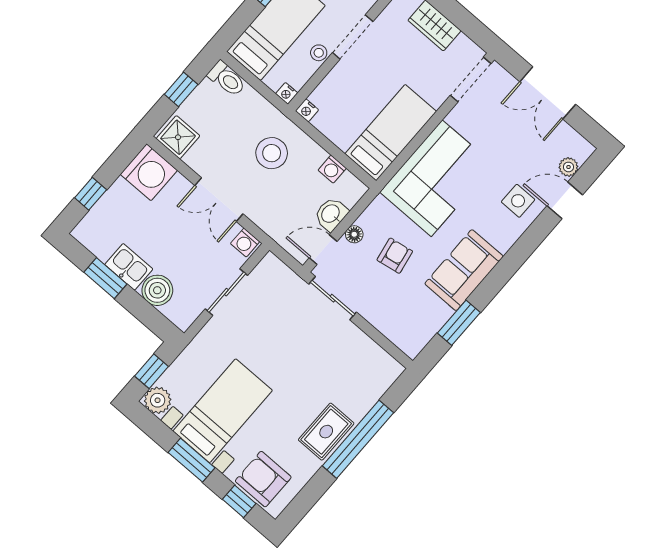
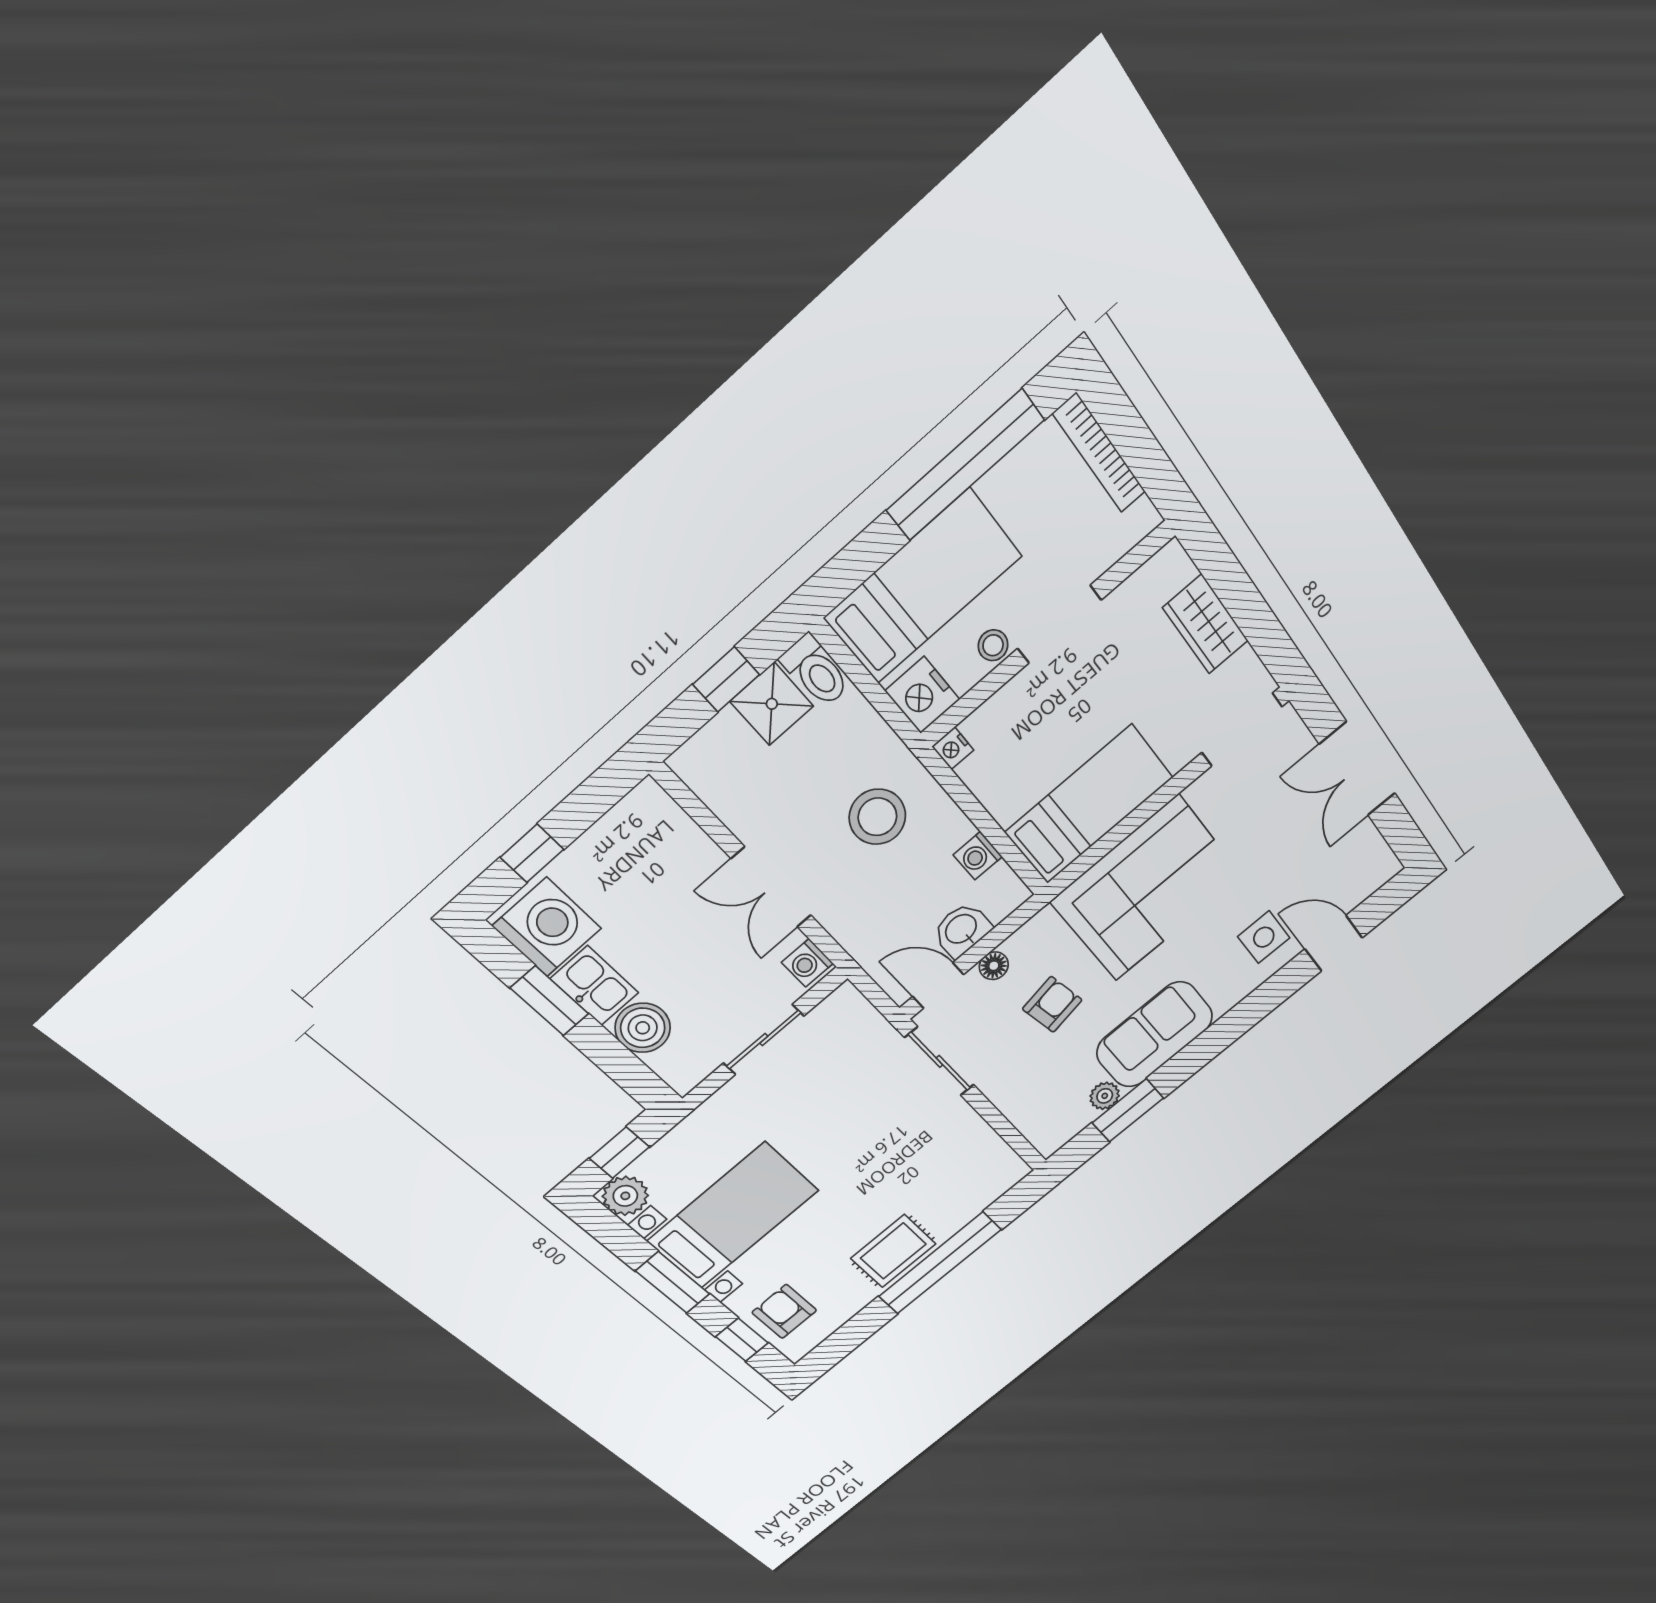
nightstand: (287, 93) -> (922, 695), width x1.89, depth x1.79
shower: (178, 137) -> (772, 704), moved
plant: (568, 167) -> (1105, 1096), moved
washing machine: (149, 172) -> (547, 927), moved, turned -90
armchair: (263, 479) -> (784, 1311), width x0.72, depth x0.72

